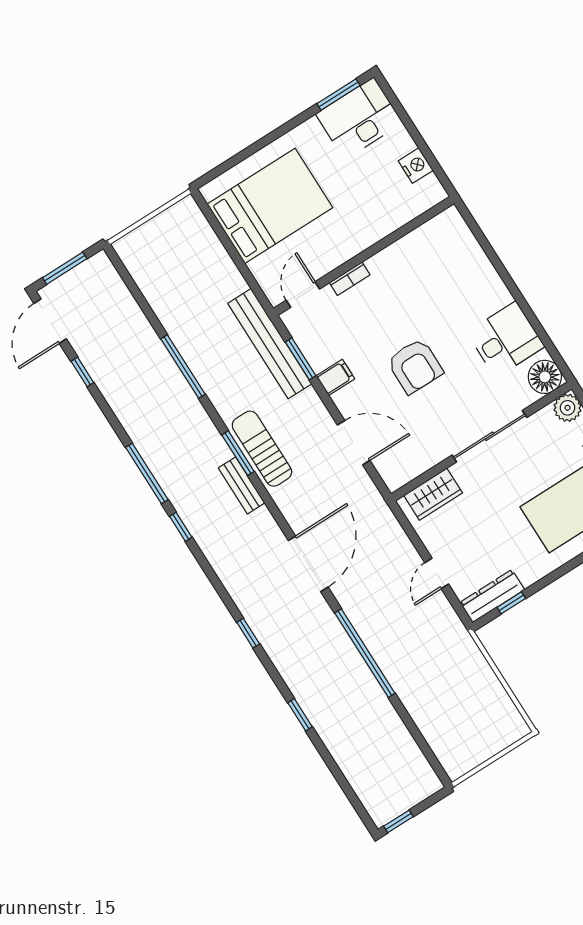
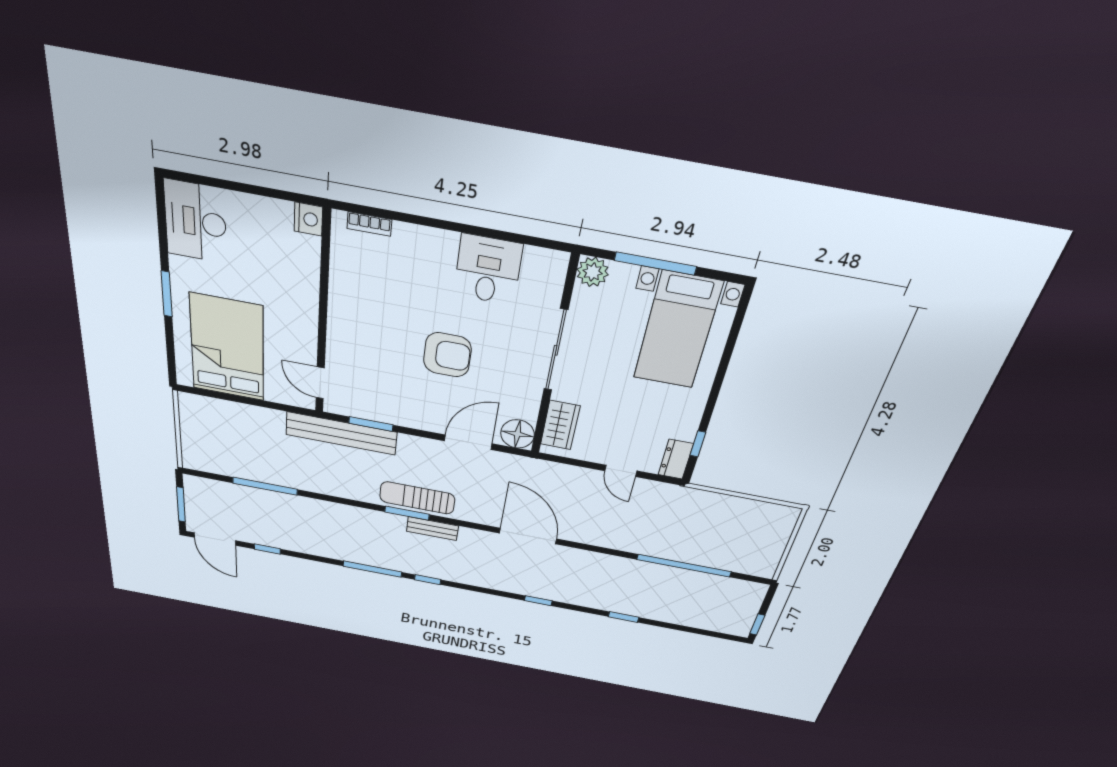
window: (338, 95) -> (167, 294), moved
nightstand: (416, 166) -> (308, 219), moved, turned 90
bookcase: (350, 279) -> (369, 224), moved, turned 90
window: (183, 367) -> (265, 486), moved
filing cabinet: (335, 377) -> (406, 414), removed
floor lamp: (545, 377) -> (518, 434), moved
dresser: (492, 596) -> (676, 459), width x0.70
window: (365, 653) -> (684, 566), moved

